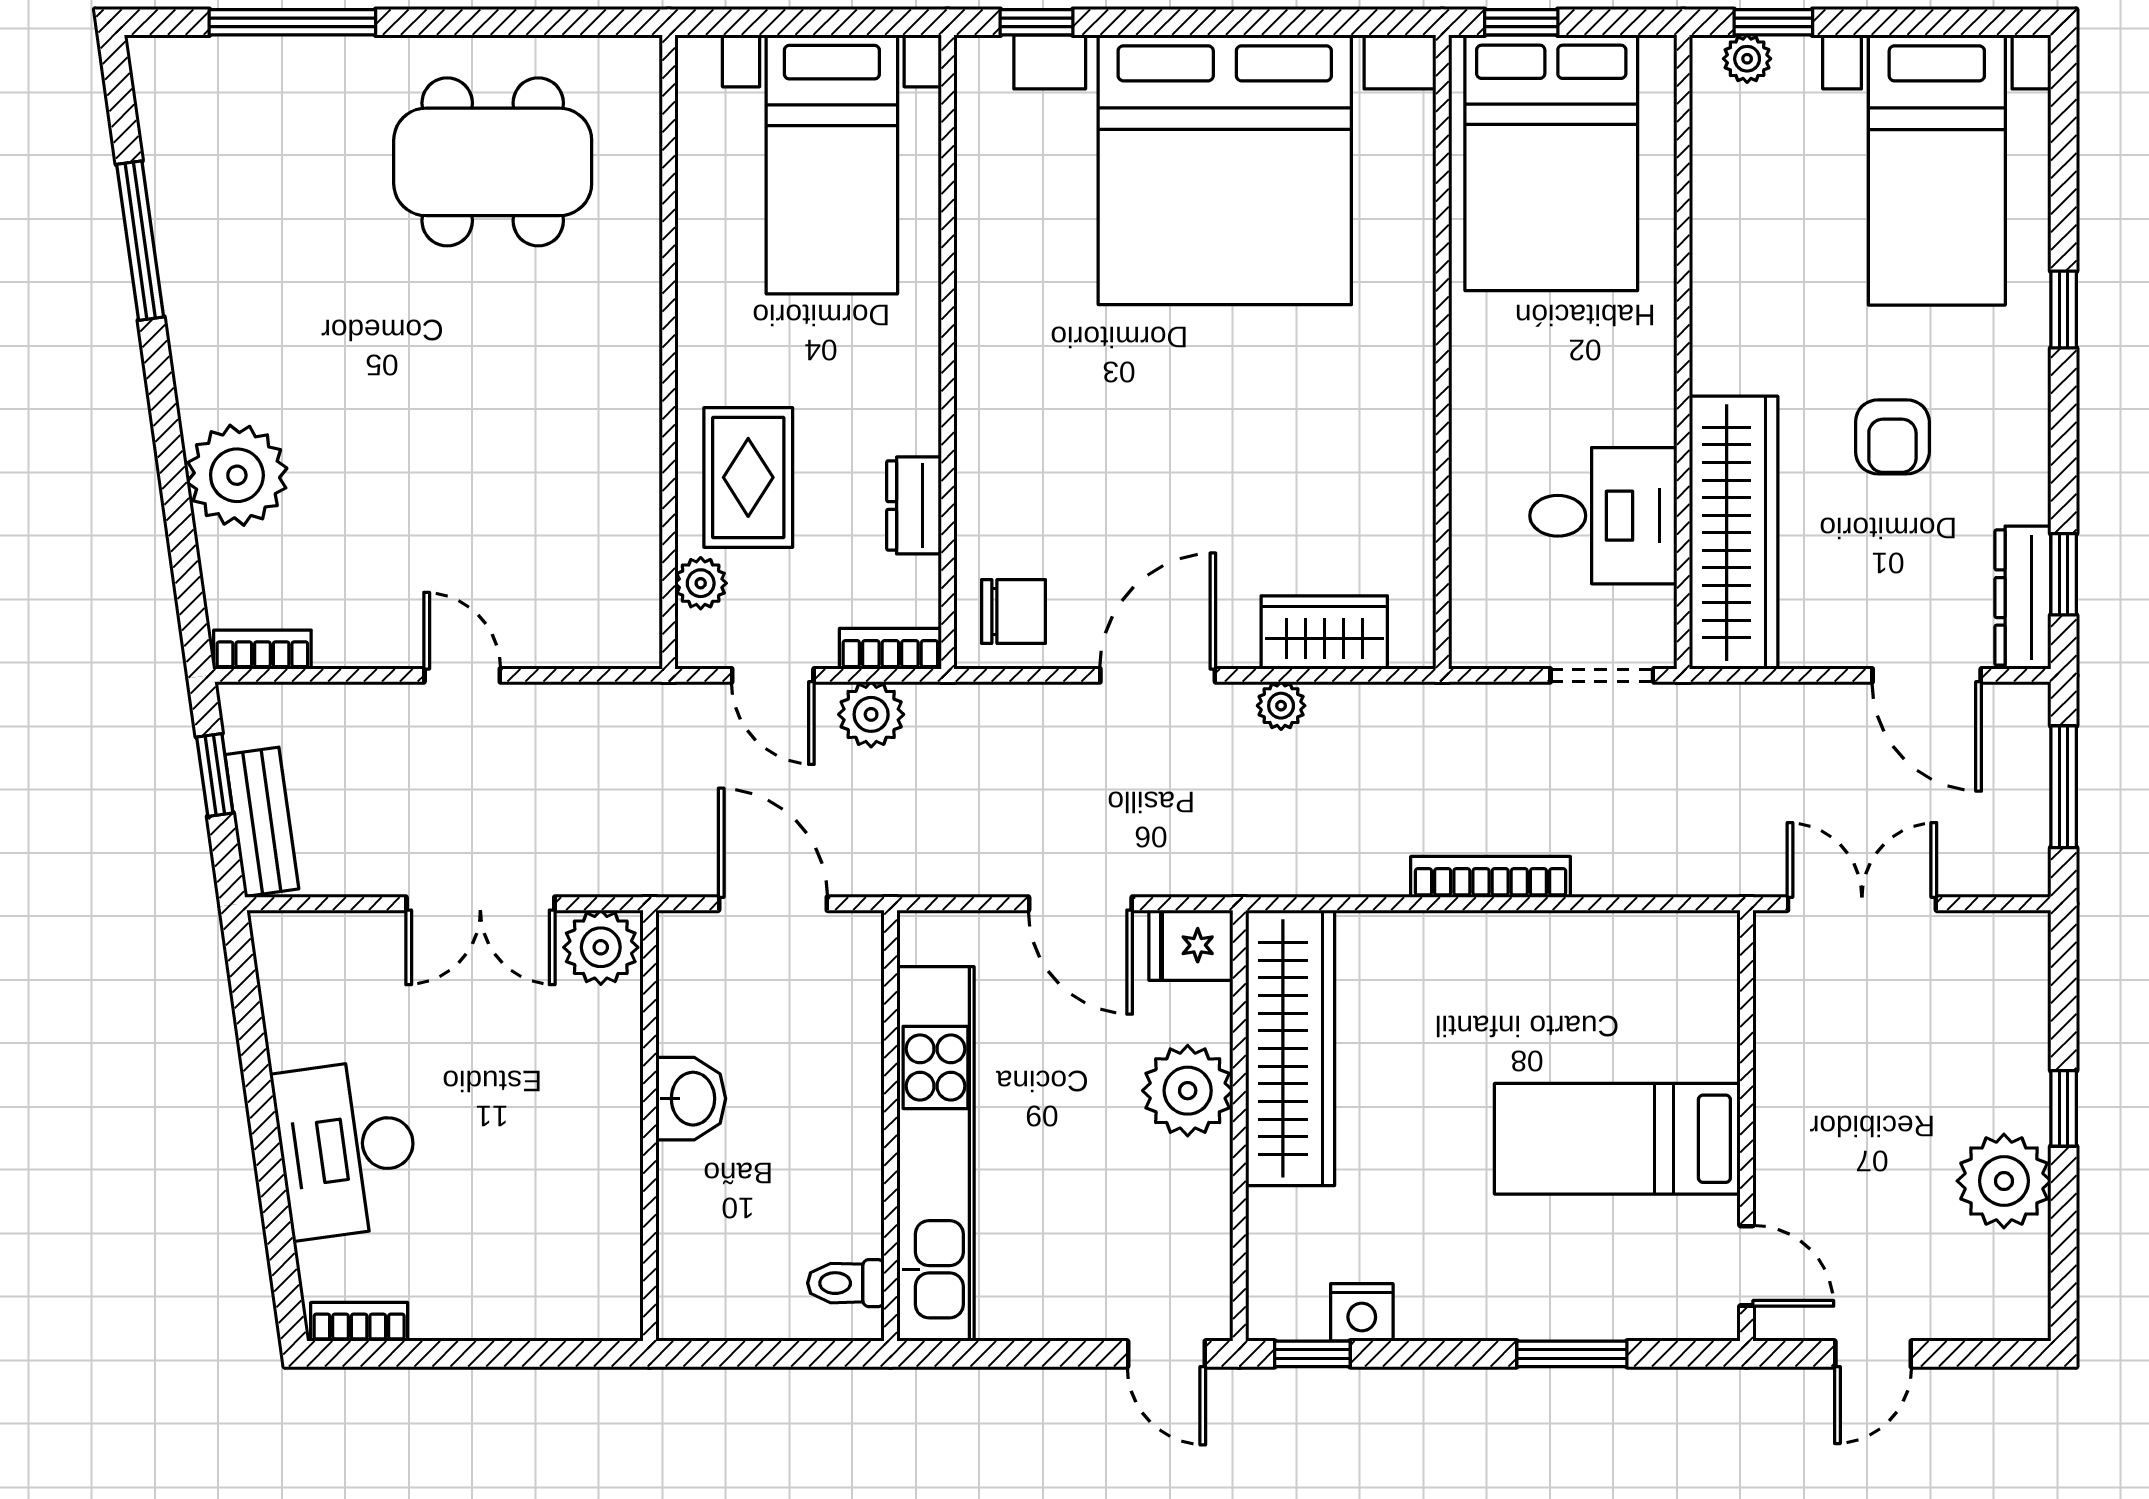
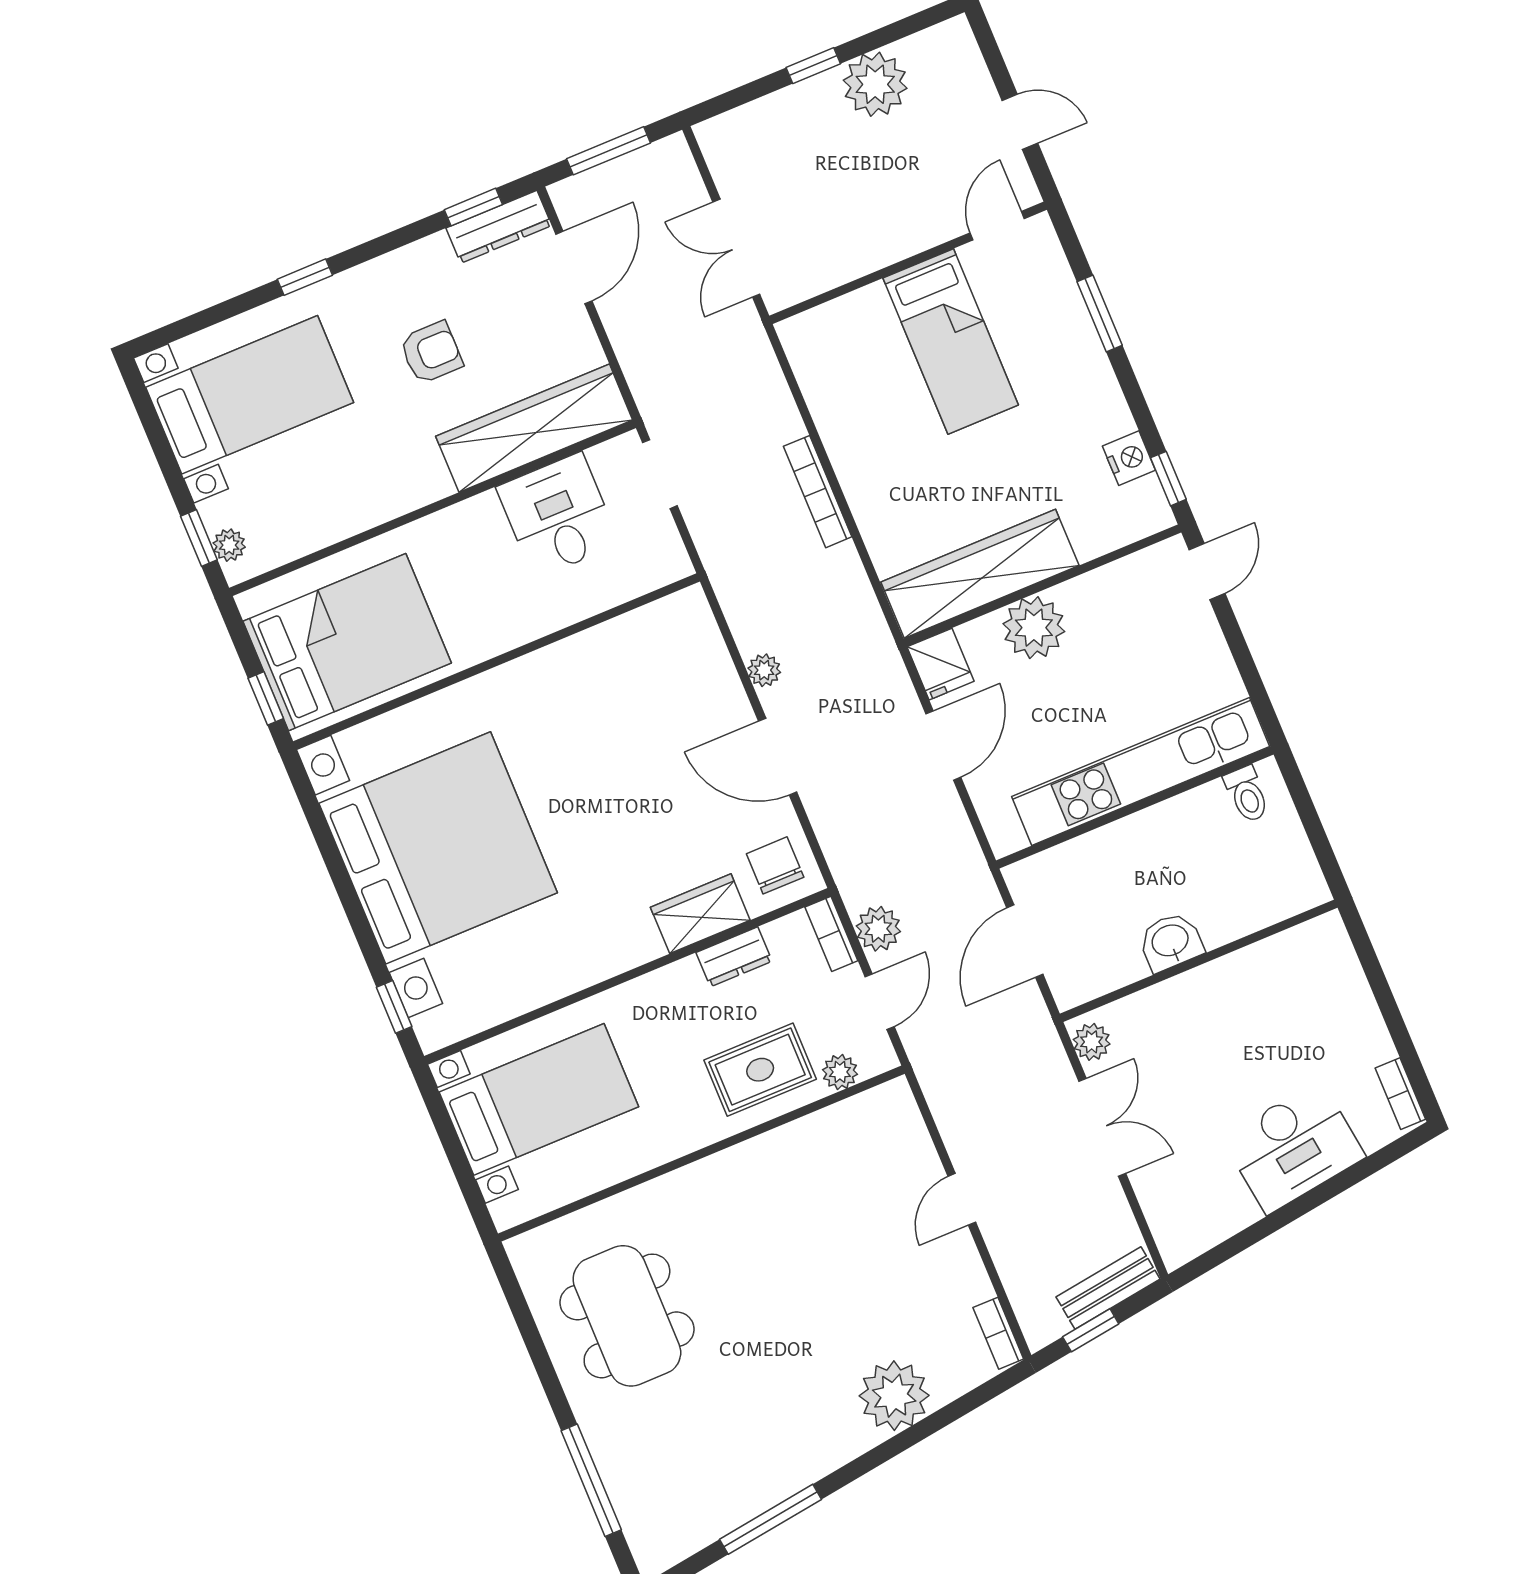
wardrobe: (1324, 632) -> (700, 914), moved, turned 90
plant: (601, 947) -> (1092, 1042), width x0.73, depth x0.73

